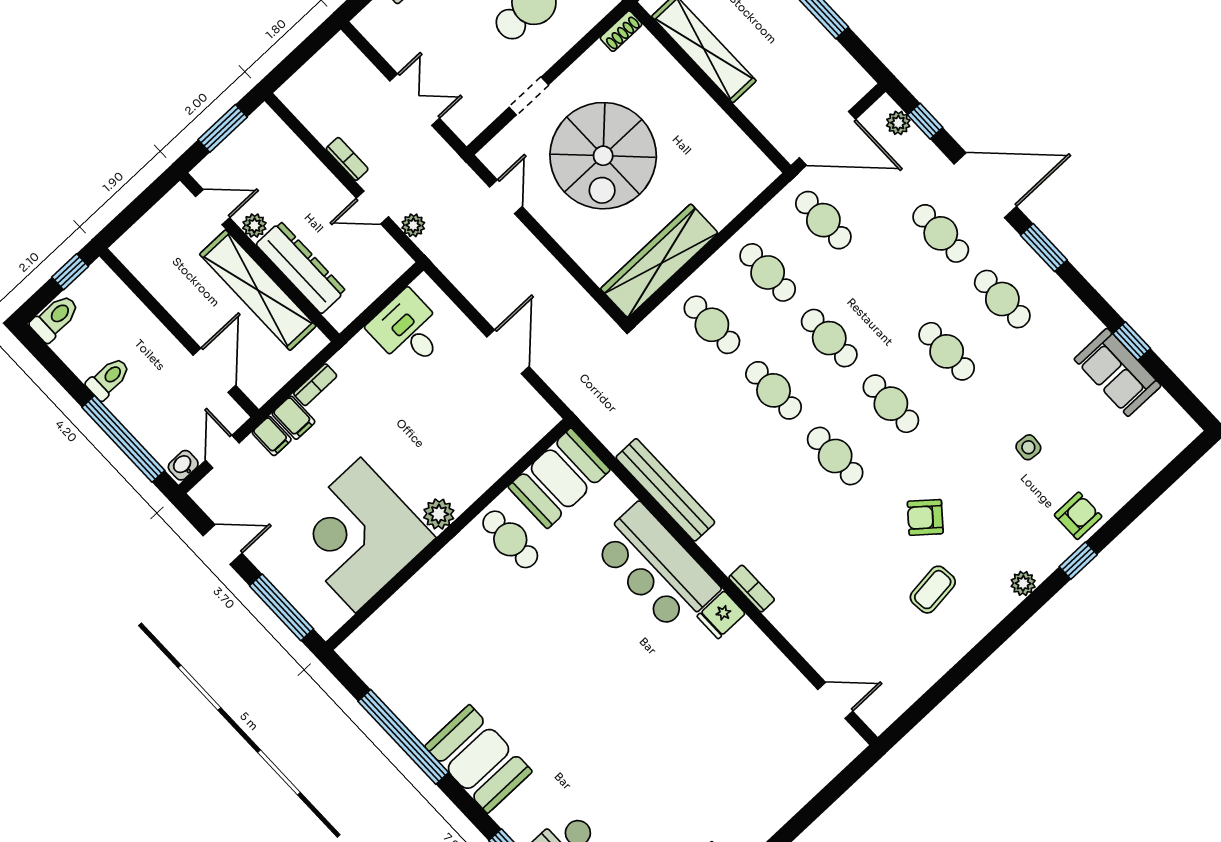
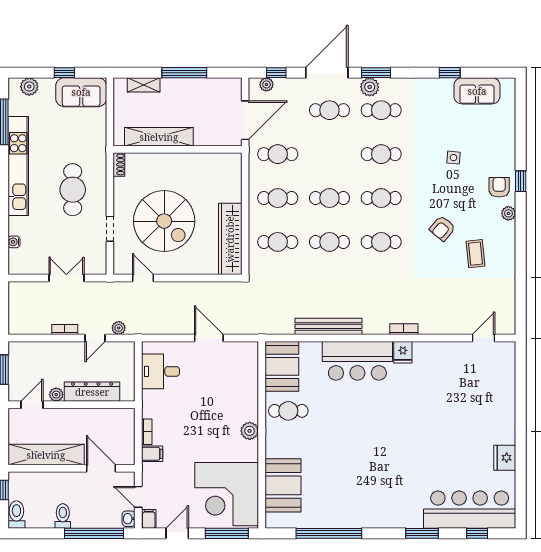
plant: (1018, 257) -> (370, 87), added
shelving: (258, 290) -> (46, 455), moved
sofa: (1118, 372) -> (477, 91), moved
filing cabinet: (272, 436) -> (149, 519), moved, turned -90
armchair: (1078, 516) -> (499, 187), moved
corner desk: (358, 535) -> (227, 494), moved
booth: (478, 759) -> (283, 485), moved, turned 90

